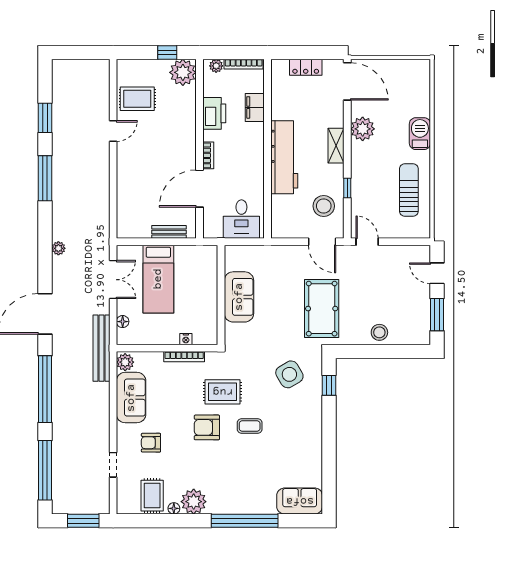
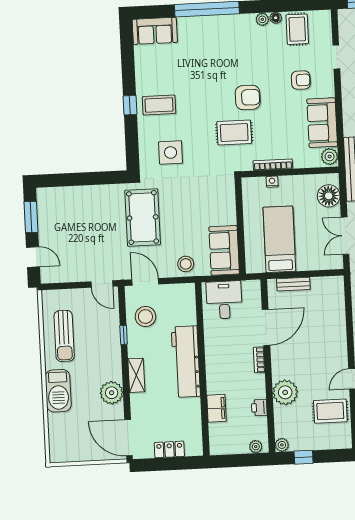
bookcase: (244, 64) -> (229, 450), removed
plant: (183, 72) -> (282, 445), width x0.53, depth x0.53
printer: (214, 113) -> (259, 408), width x0.53, depth x0.68
plant: (183, 120) -> (285, 392), added
barbecue: (420, 134) -> (58, 391), width x1.37, depth x1.21
bed: (158, 279) -> (279, 239), moved
sofa: (239, 297) -> (224, 250), moved
floor lamp: (123, 322) -> (329, 196), width x1.89, depth x1.89
stool: (379, 332) -> (186, 264), moved
side table: (289, 374) -> (171, 152), turned 31
window: (329, 385) -> (130, 105), moved
coffee table: (250, 426) -> (159, 105), moved, width x1.36, depth x1.30
plant: (194, 502) -> (262, 19), width x0.53, depth x0.53

